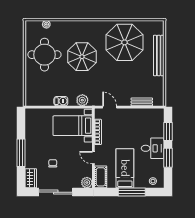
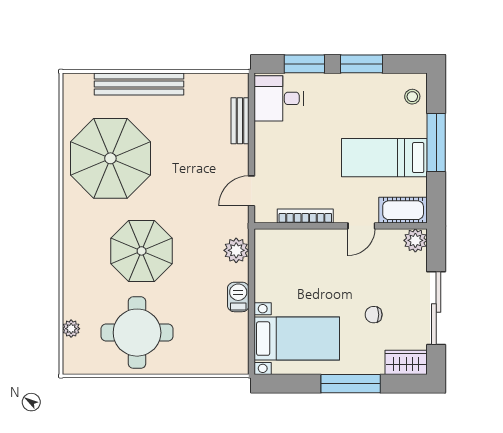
bed with nightstands: (73, 126) -> (297, 339), moved, turned -90
desk: (153, 148) -> (279, 98), moved, turned -90

